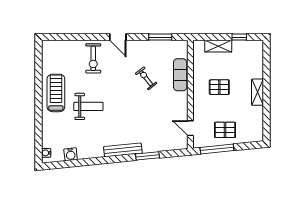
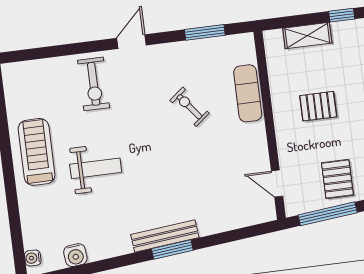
door: (118, 37) -> (132, 42), swing flipped
pallet: (225, 130) -> (337, 179), turned 90
window: (148, 156) -> (172, 249), moved

